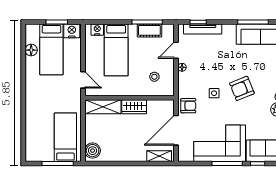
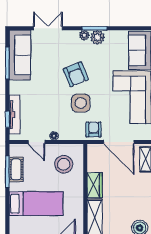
nightstand: (97, 30) -> (15, 223), removed
stool: (154, 77) -> (64, 164), width x1.89, depth x1.89
side table: (214, 93) -> (81, 103), width x1.87, depth x1.87

